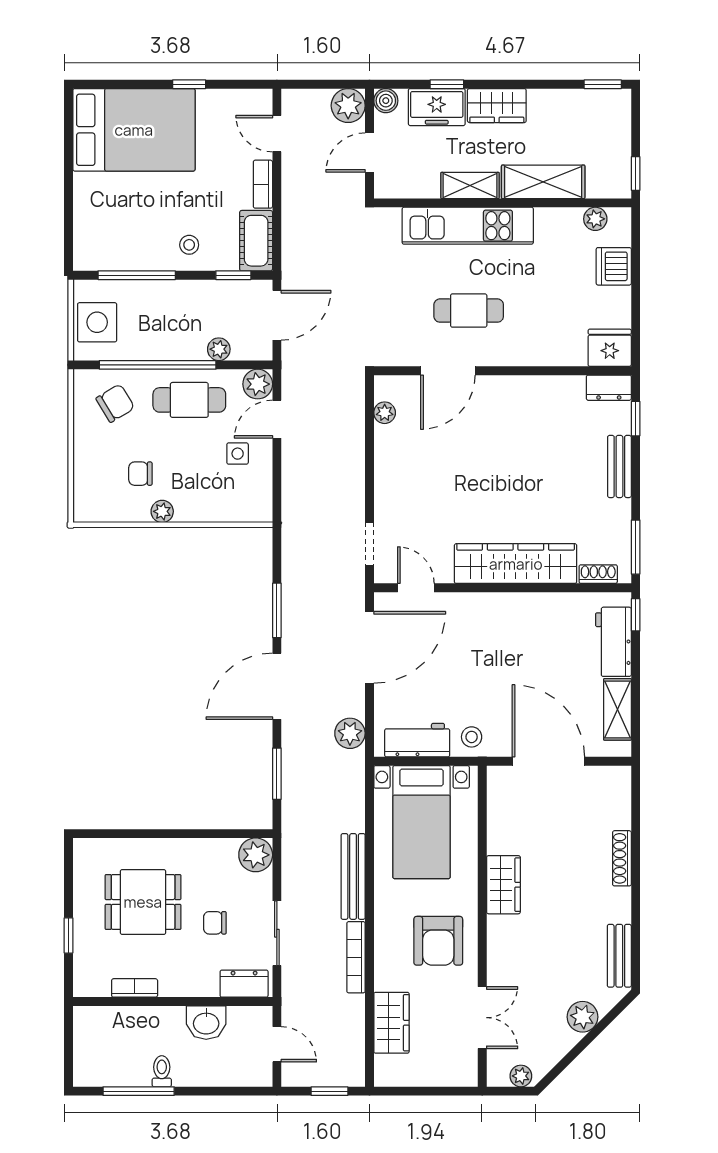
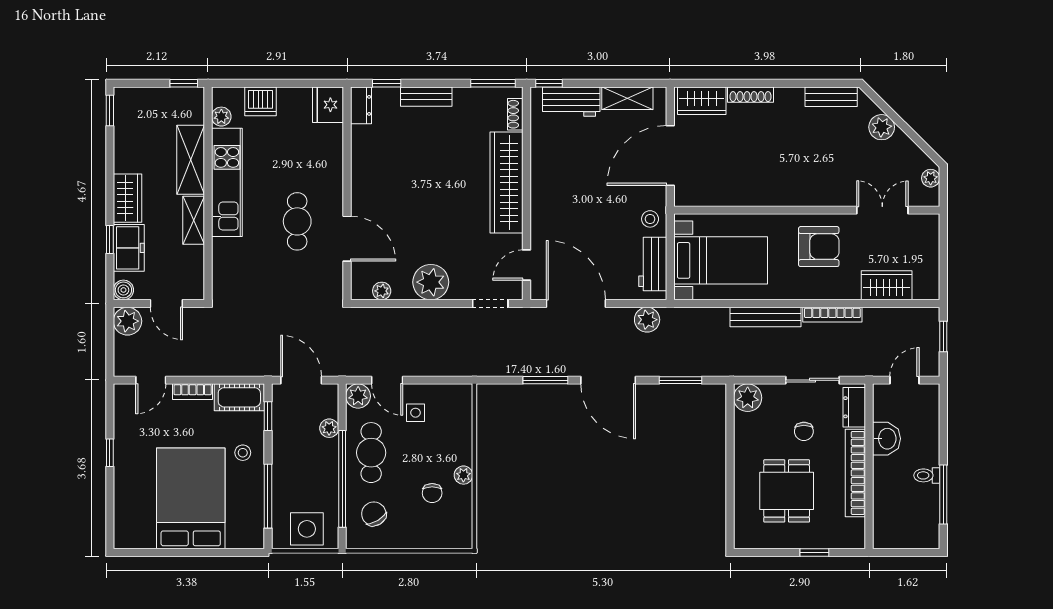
bed: (134, 130) -> (191, 498), moved
kitchen unit: (468, 226) -> (227, 182), moved
plant: (395, 472) -> (431, 282), added
wardrobe: (503, 885) -> (702, 101), moved, turned 180
bookcase: (135, 988) -> (855, 473), width x2.31, depth x1.31

